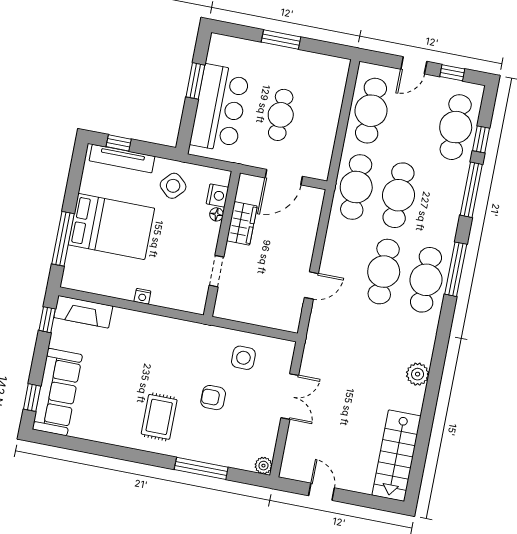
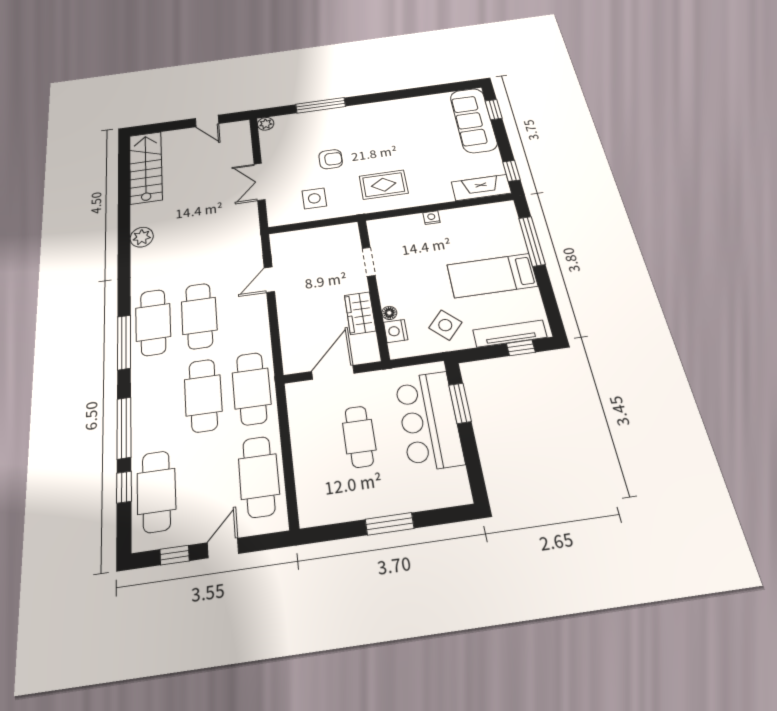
window: (195, 81) -> (460, 403), moved
bed: (111, 226) -> (492, 275), width x0.67
rug: (159, 417) -> (384, 185), moved, turned 90

